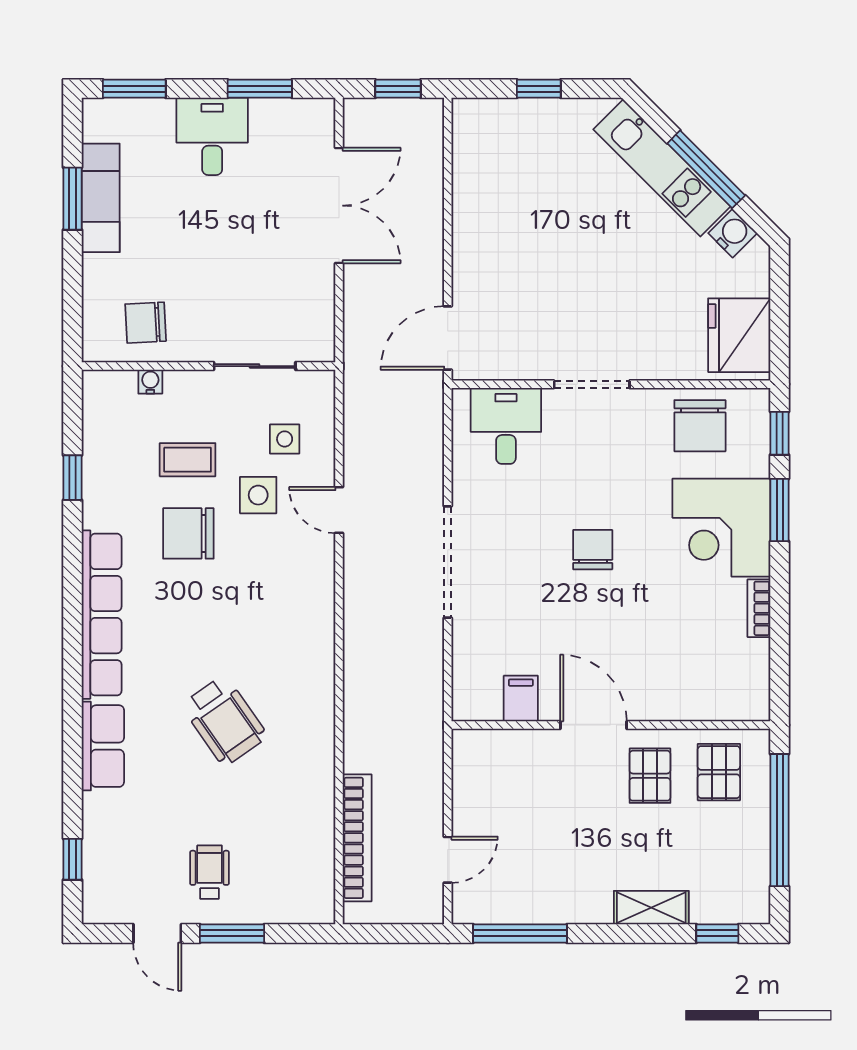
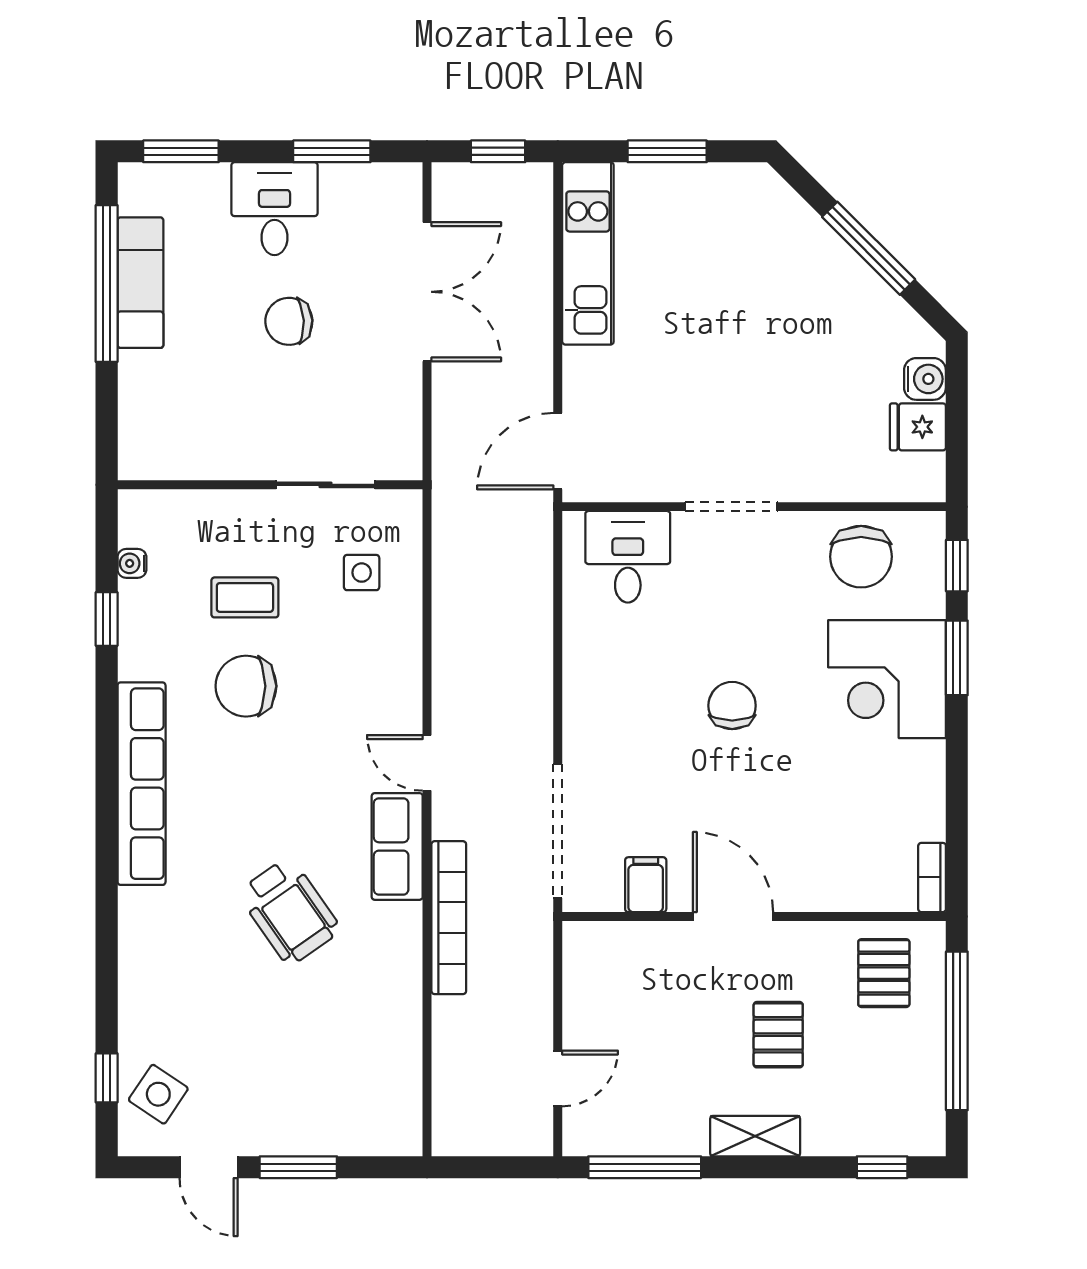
window: (539, 89) -> (667, 151), width x1.50
kitchen unit: (662, 168) -> (588, 253), moved, turned -135
window: (73, 199) -> (107, 284), width x2.11
water cooler: (733, 233) -> (925, 379), moved, turned 45
chair: (146, 323) -> (289, 321), moved
fridge: (739, 335) -> (918, 427), width x0.53, depth x0.75
water cooler: (150, 382) -> (132, 563), moved, turned -90
side table: (258, 495) -> (158, 1094), moved, turned 34
door: (339, 510) -> (427, 763), moved
doorway: (448, 562) -> (558, 831), moved
bookcase: (759, 608) -> (932, 877), moved
row of seats: (103, 746) -> (397, 846), moved, turned 180
pallet: (650, 776) -> (778, 1035), moved
bookcase: (357, 838) -> (449, 918), moved
wheelchair: (210, 872) -> (271, 1093), removed
shelving: (651, 908) -> (755, 1136), moved

